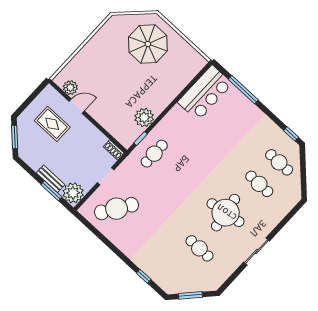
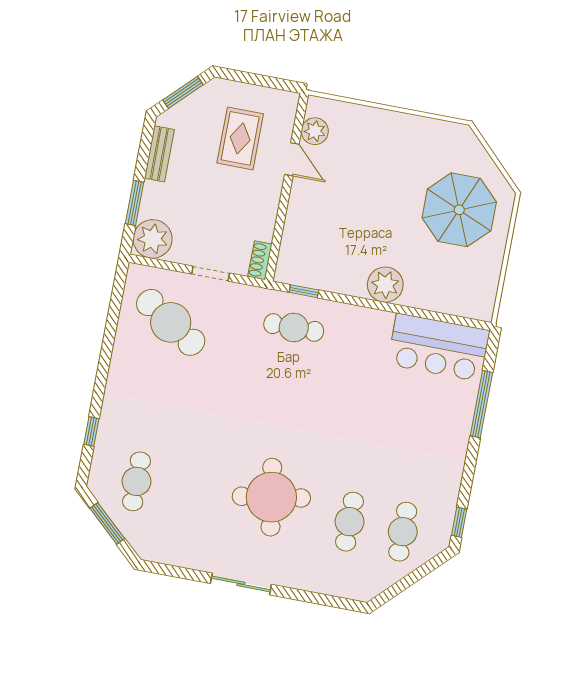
plant: (144, 117) -> (385, 285), moved
bench: (51, 179) -> (159, 154), moved
cafe table: (199, 248) -> (137, 481), moved

